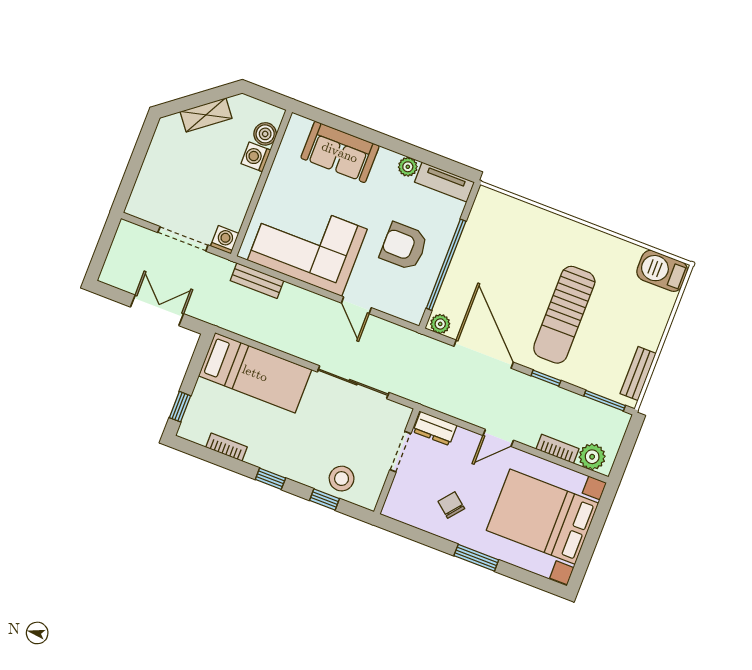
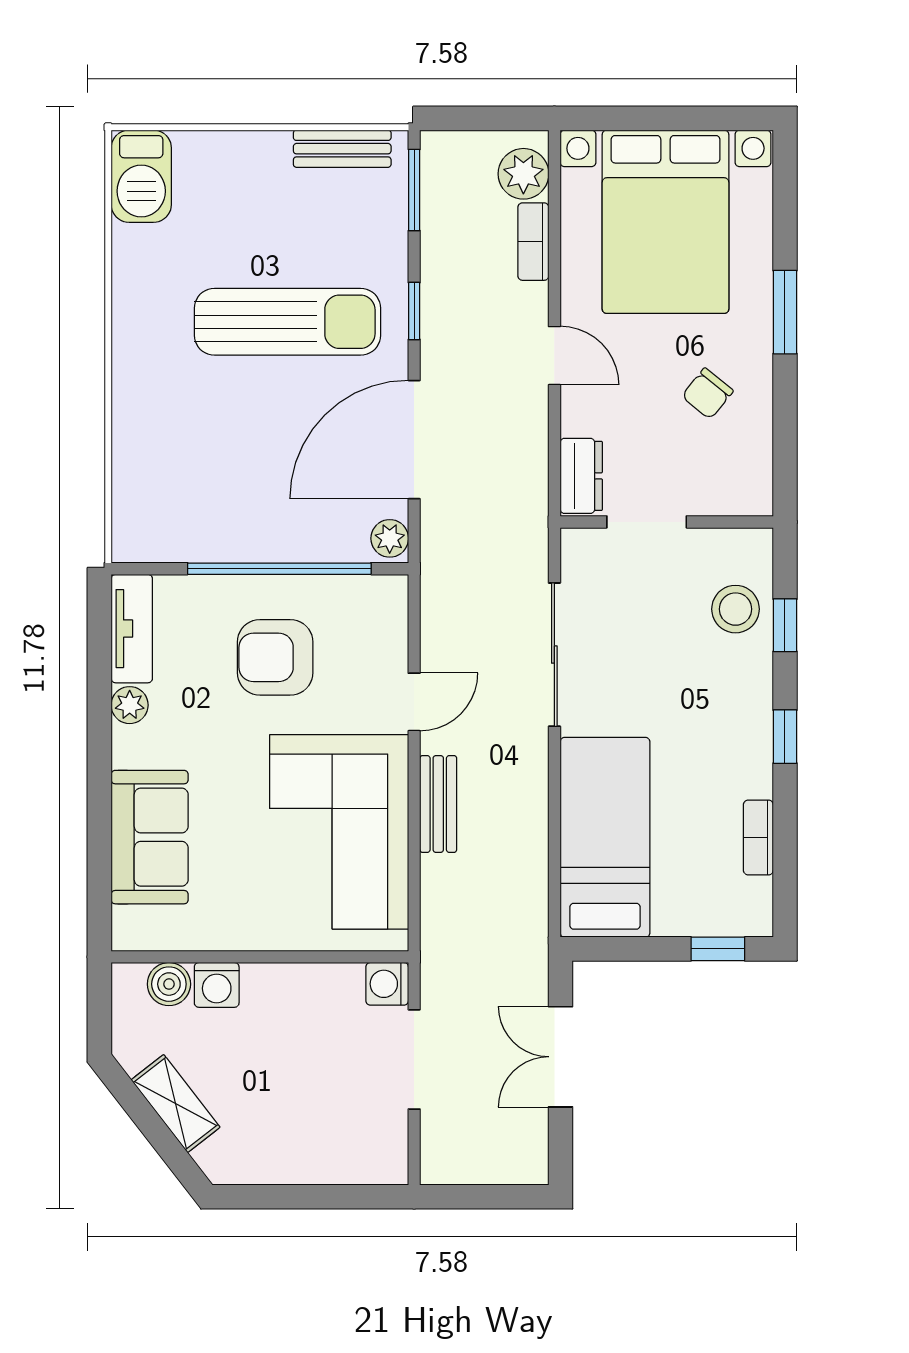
armchair: (404, 246) -> (275, 657), turned 90
bench: (257, 281) -> (438, 804), moved

